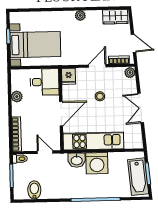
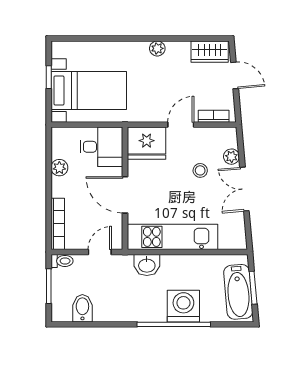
door: (134, 43) -> (235, 75), moved
plant: (130, 73) -> (231, 157), moved
fridge: (69, 76) -> (147, 143), width x1.88, depth x1.34
stool: (100, 96) -> (200, 170), moved
door: (61, 114) -> (125, 195), swing flipped
door: (45, 152) -> (100, 252), hinge flipped
washing machine: (97, 163) -> (183, 306), moved, turned 180

